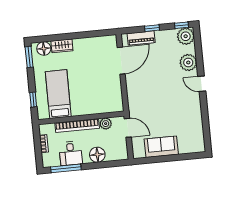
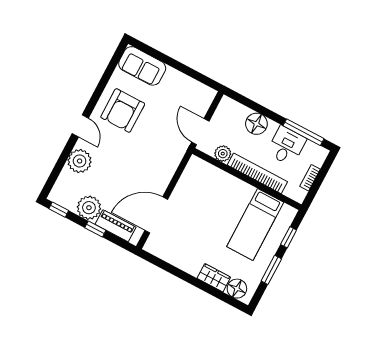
plant: (186, 36) -> (89, 208), moved
window: (29, 57) -> (271, 270), moved
armchair: (182, 110) -> (123, 110), added
sofa: (161, 147) -> (142, 66), moved

